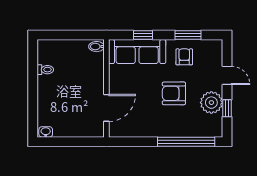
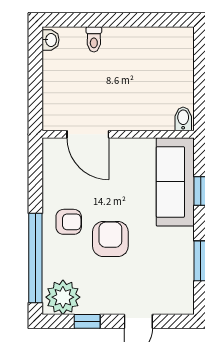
armchair: (184, 57) -> (69, 222), moved
toilet: (45, 70) -> (94, 39), moved
plant: (211, 103) -> (63, 297), moved

